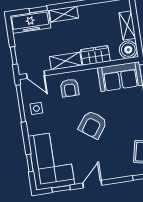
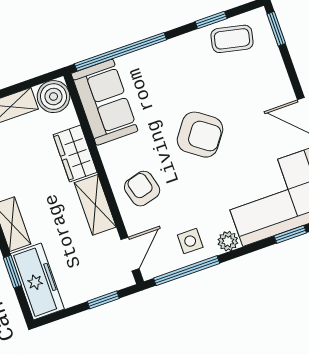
armchair: (70, 88) -> (142, 189), turned -105
plant: (32, 129) -> (228, 241), added

